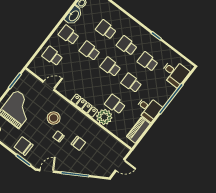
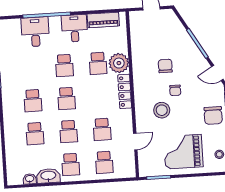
school desk: (148, 62) -> (102, 129), moved
desk: (175, 73) -> (35, 32), moved
door: (49, 86) -> (135, 142), swing flipped

